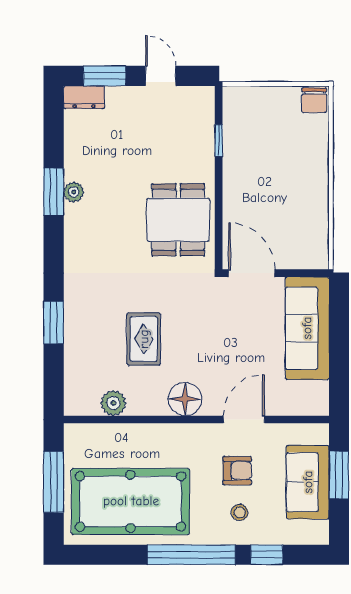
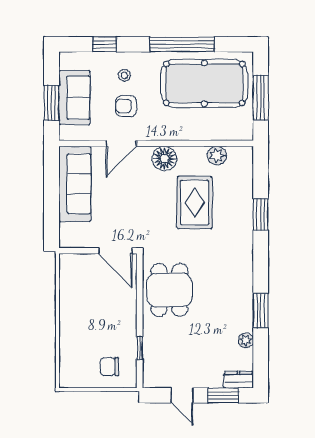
chair: (314, 100) -> (109, 367), moved, turned -90
plant: (74, 192) -> (246, 340), moved
sofa: (307, 328) -> (75, 184), moved
rug: (144, 339) -> (195, 202), width x1.36, depth x1.43
window: (191, 555) -> (182, 44), moved

